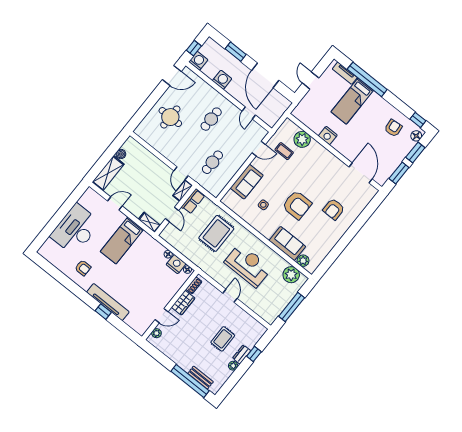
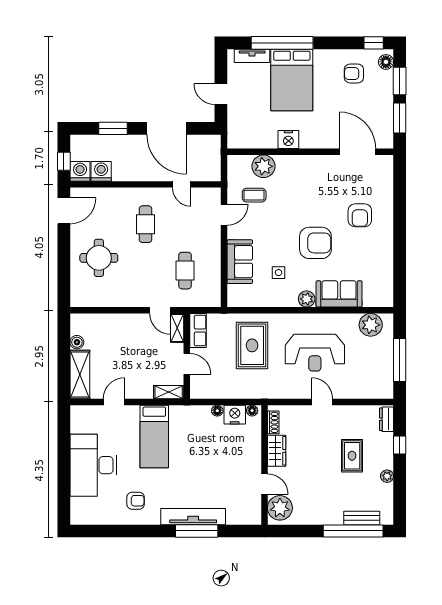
washing machine: (222, 80) -> (101, 171), moved
bed: (352, 101) -> (292, 80), width x1.50
armchair: (393, 128) -> (354, 74), turned -84
plant: (303, 261) -> (307, 299), moved
reception desk: (248, 265) -> (315, 353), turned 180
window: (103, 312) -> (197, 531), width x2.17
door: (162, 316) -> (264, 484), hinge flipped
plant: (157, 333) -> (280, 508), width x1.88, depth x1.88
dresser: (242, 354) -> (386, 419), moved

